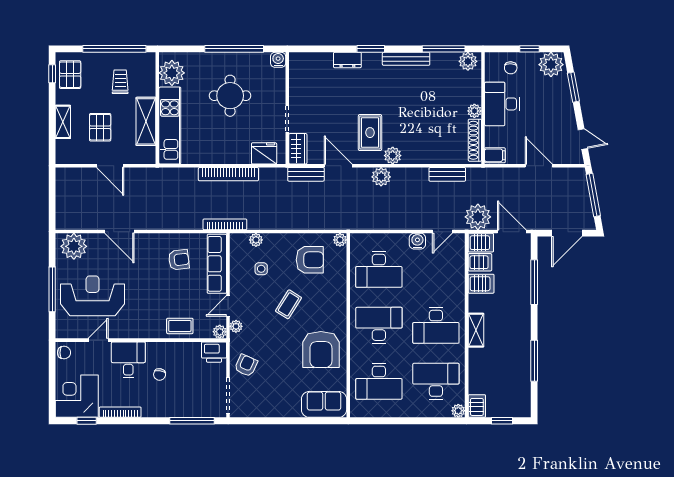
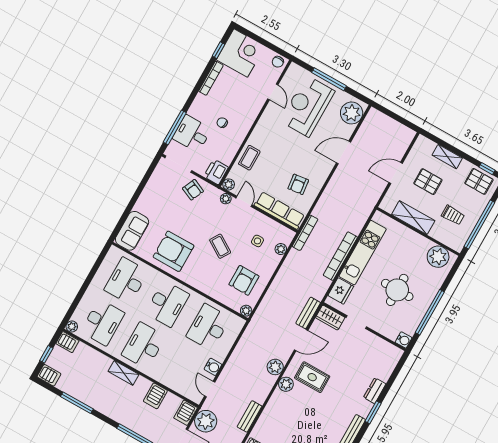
kitchen unit: (170, 126) -> (363, 253), moved, turned -90
server rack: (480, 262) -> (49, 375), moved, turned -90
reception desk: (93, 296) -> (308, 106), turned 180
desk: (128, 360) -> (192, 134), moved, turned 180

